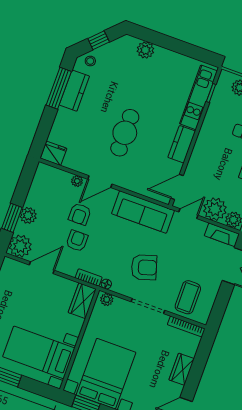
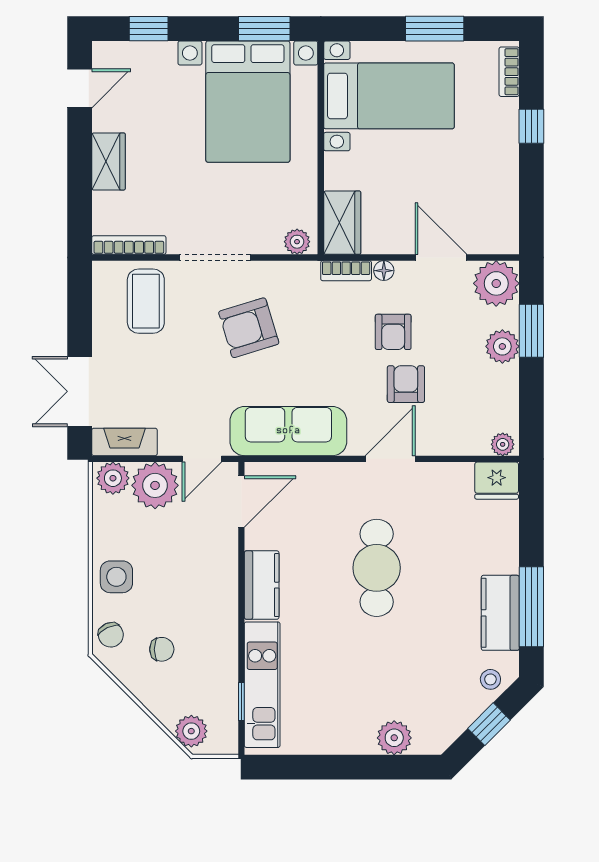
plant: (77, 181) -> (503, 444), moved
door: (42, 268) -> (441, 258), swing flipped
floor lamp: (106, 284) -> (384, 271), moved

